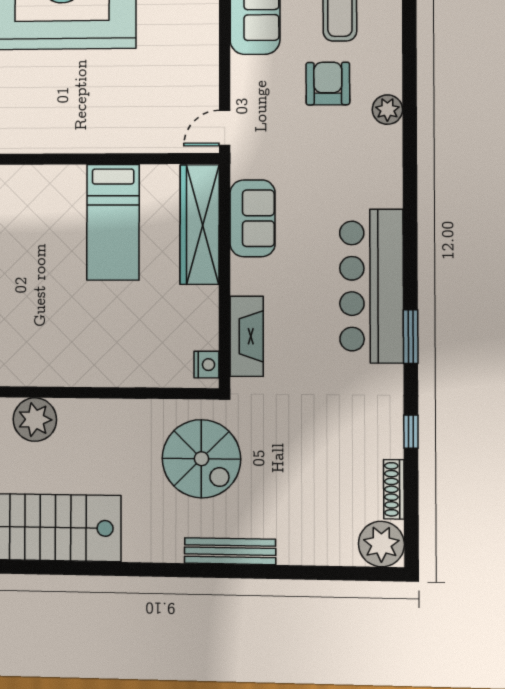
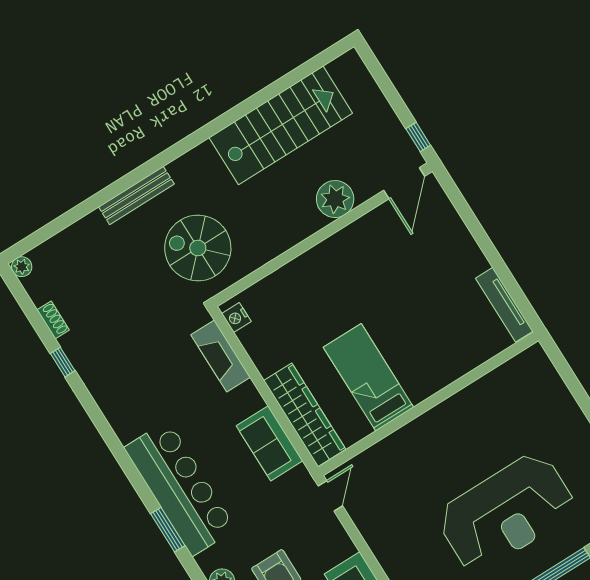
bar counter: (371, 286) -> (180, 488), moved
window: (411, 337) -> (168, 530), moved
shoe rack: (394, 489) -> (53, 320), width x0.70
plant: (381, 544) -> (22, 267), width x0.53, depth x0.53

